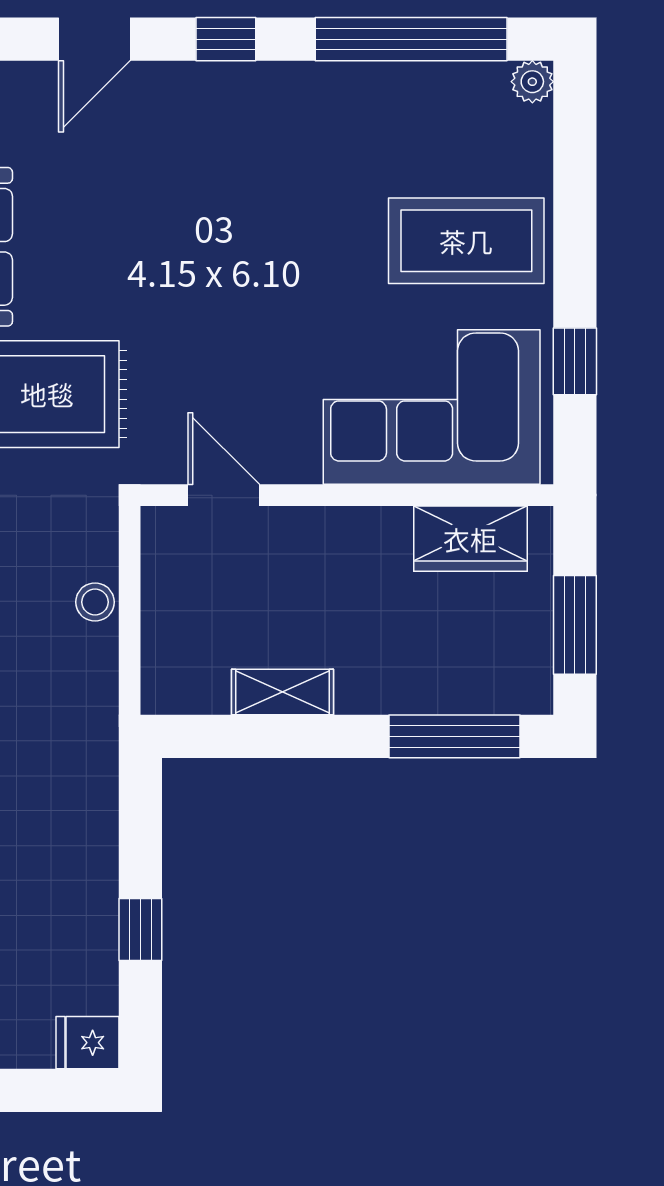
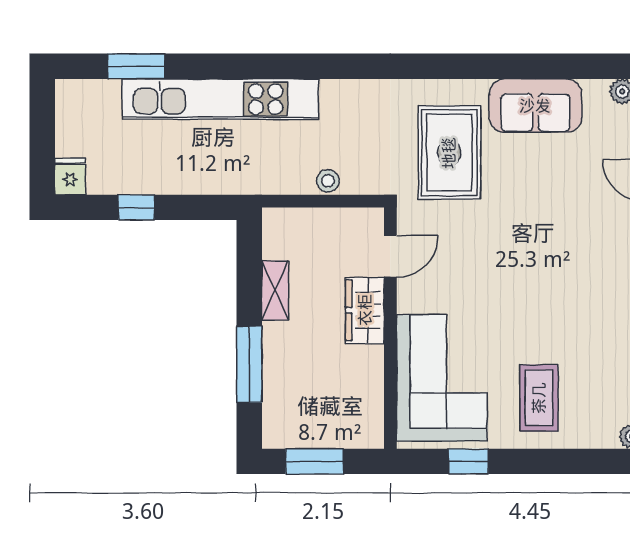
coffee table: (466, 241) -> (539, 398), width x0.73, depth x0.76
wardrobe: (470, 539) -> (365, 310), moved
window: (455, 736) -> (249, 364), moved

